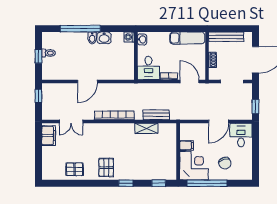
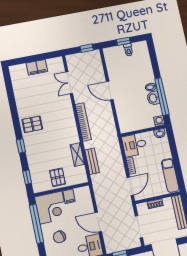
window: (80, 29) -> (162, 97), moved
filing cabinet: (49, 136) -> (37, 67), moved
pallet: (75, 169) -> (58, 177), moved

